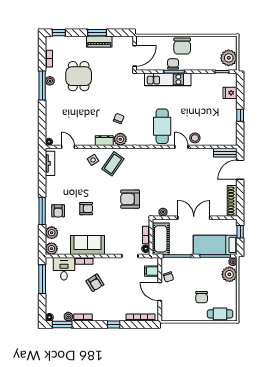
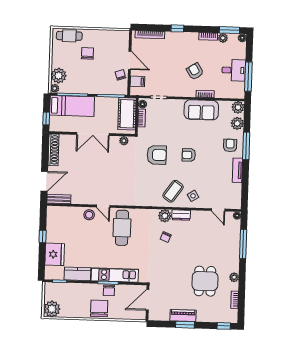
plant: (229, 58) -> (52, 309), moved
kitchen counter: (205, 79) -> (77, 274), added
window: (42, 86) -> (243, 244), moved
fridge: (230, 93) -> (55, 254), width x1.88, depth x1.34
tv unit: (50, 163) -> (237, 170), moved
armchair: (86, 209) -> (189, 155), moved
desk: (64, 269) -> (234, 70), moved, turned -90

